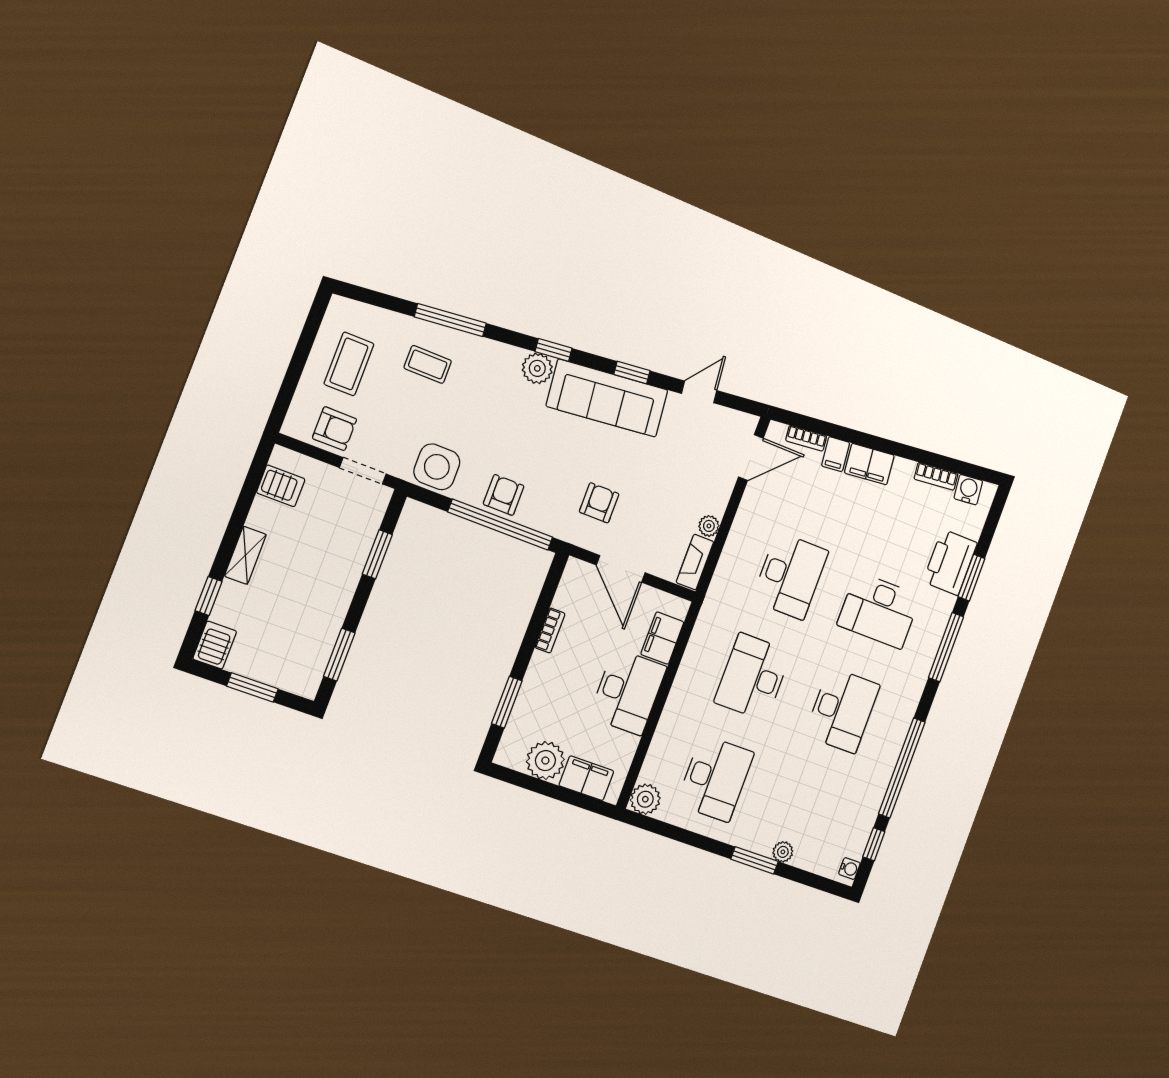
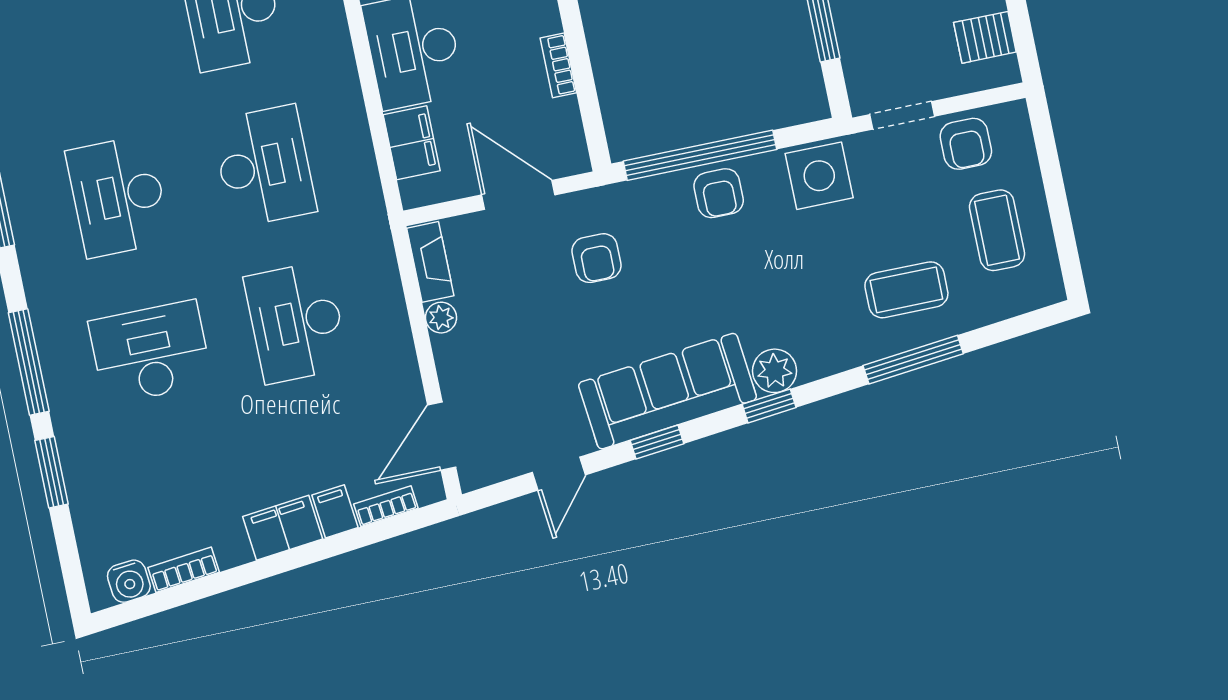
coffee table: (428, 364) -> (906, 290), width x1.36, depth x1.30
armchair: (335, 429) -> (966, 144), turned -90
printer: (950, 562) -> (93, 473), removed

